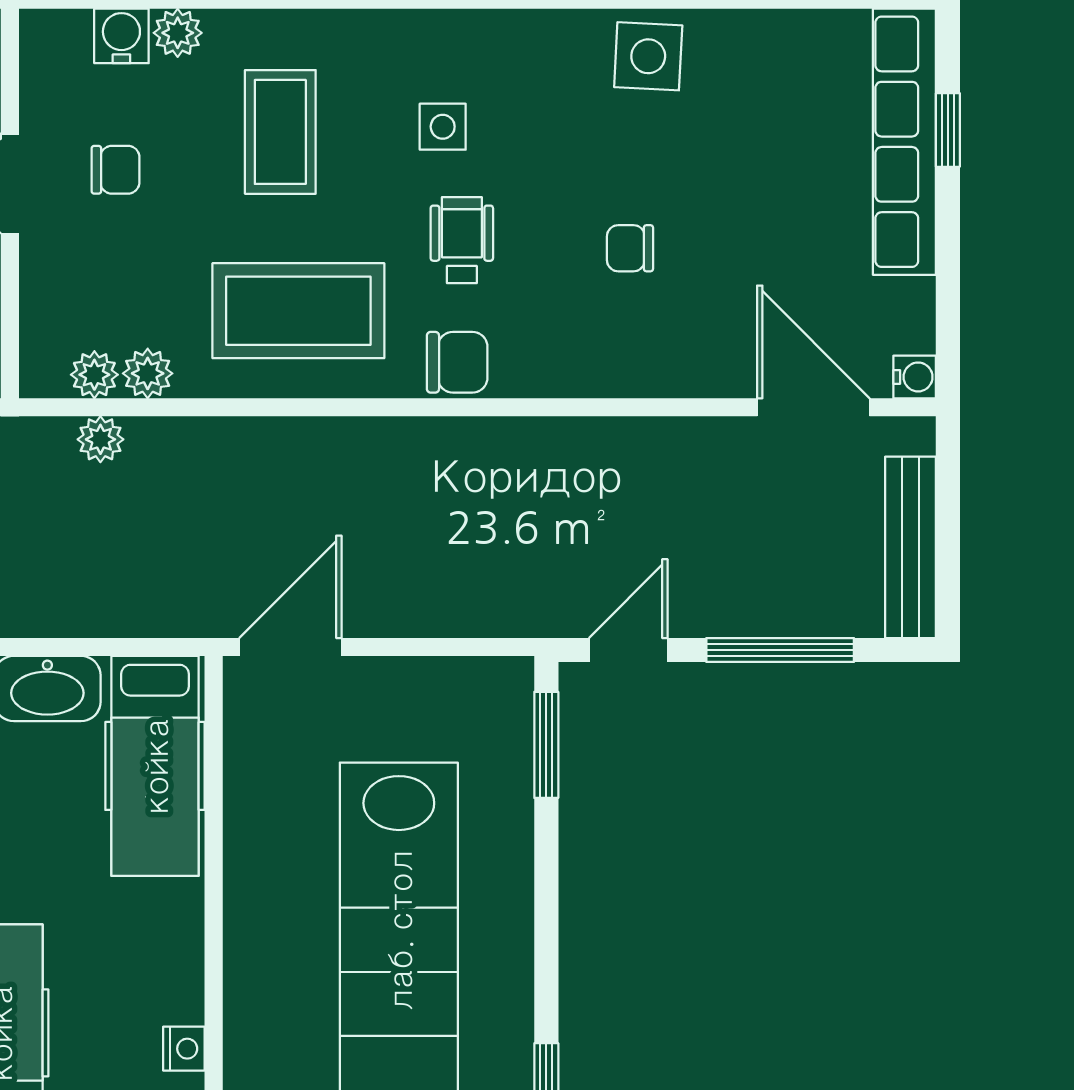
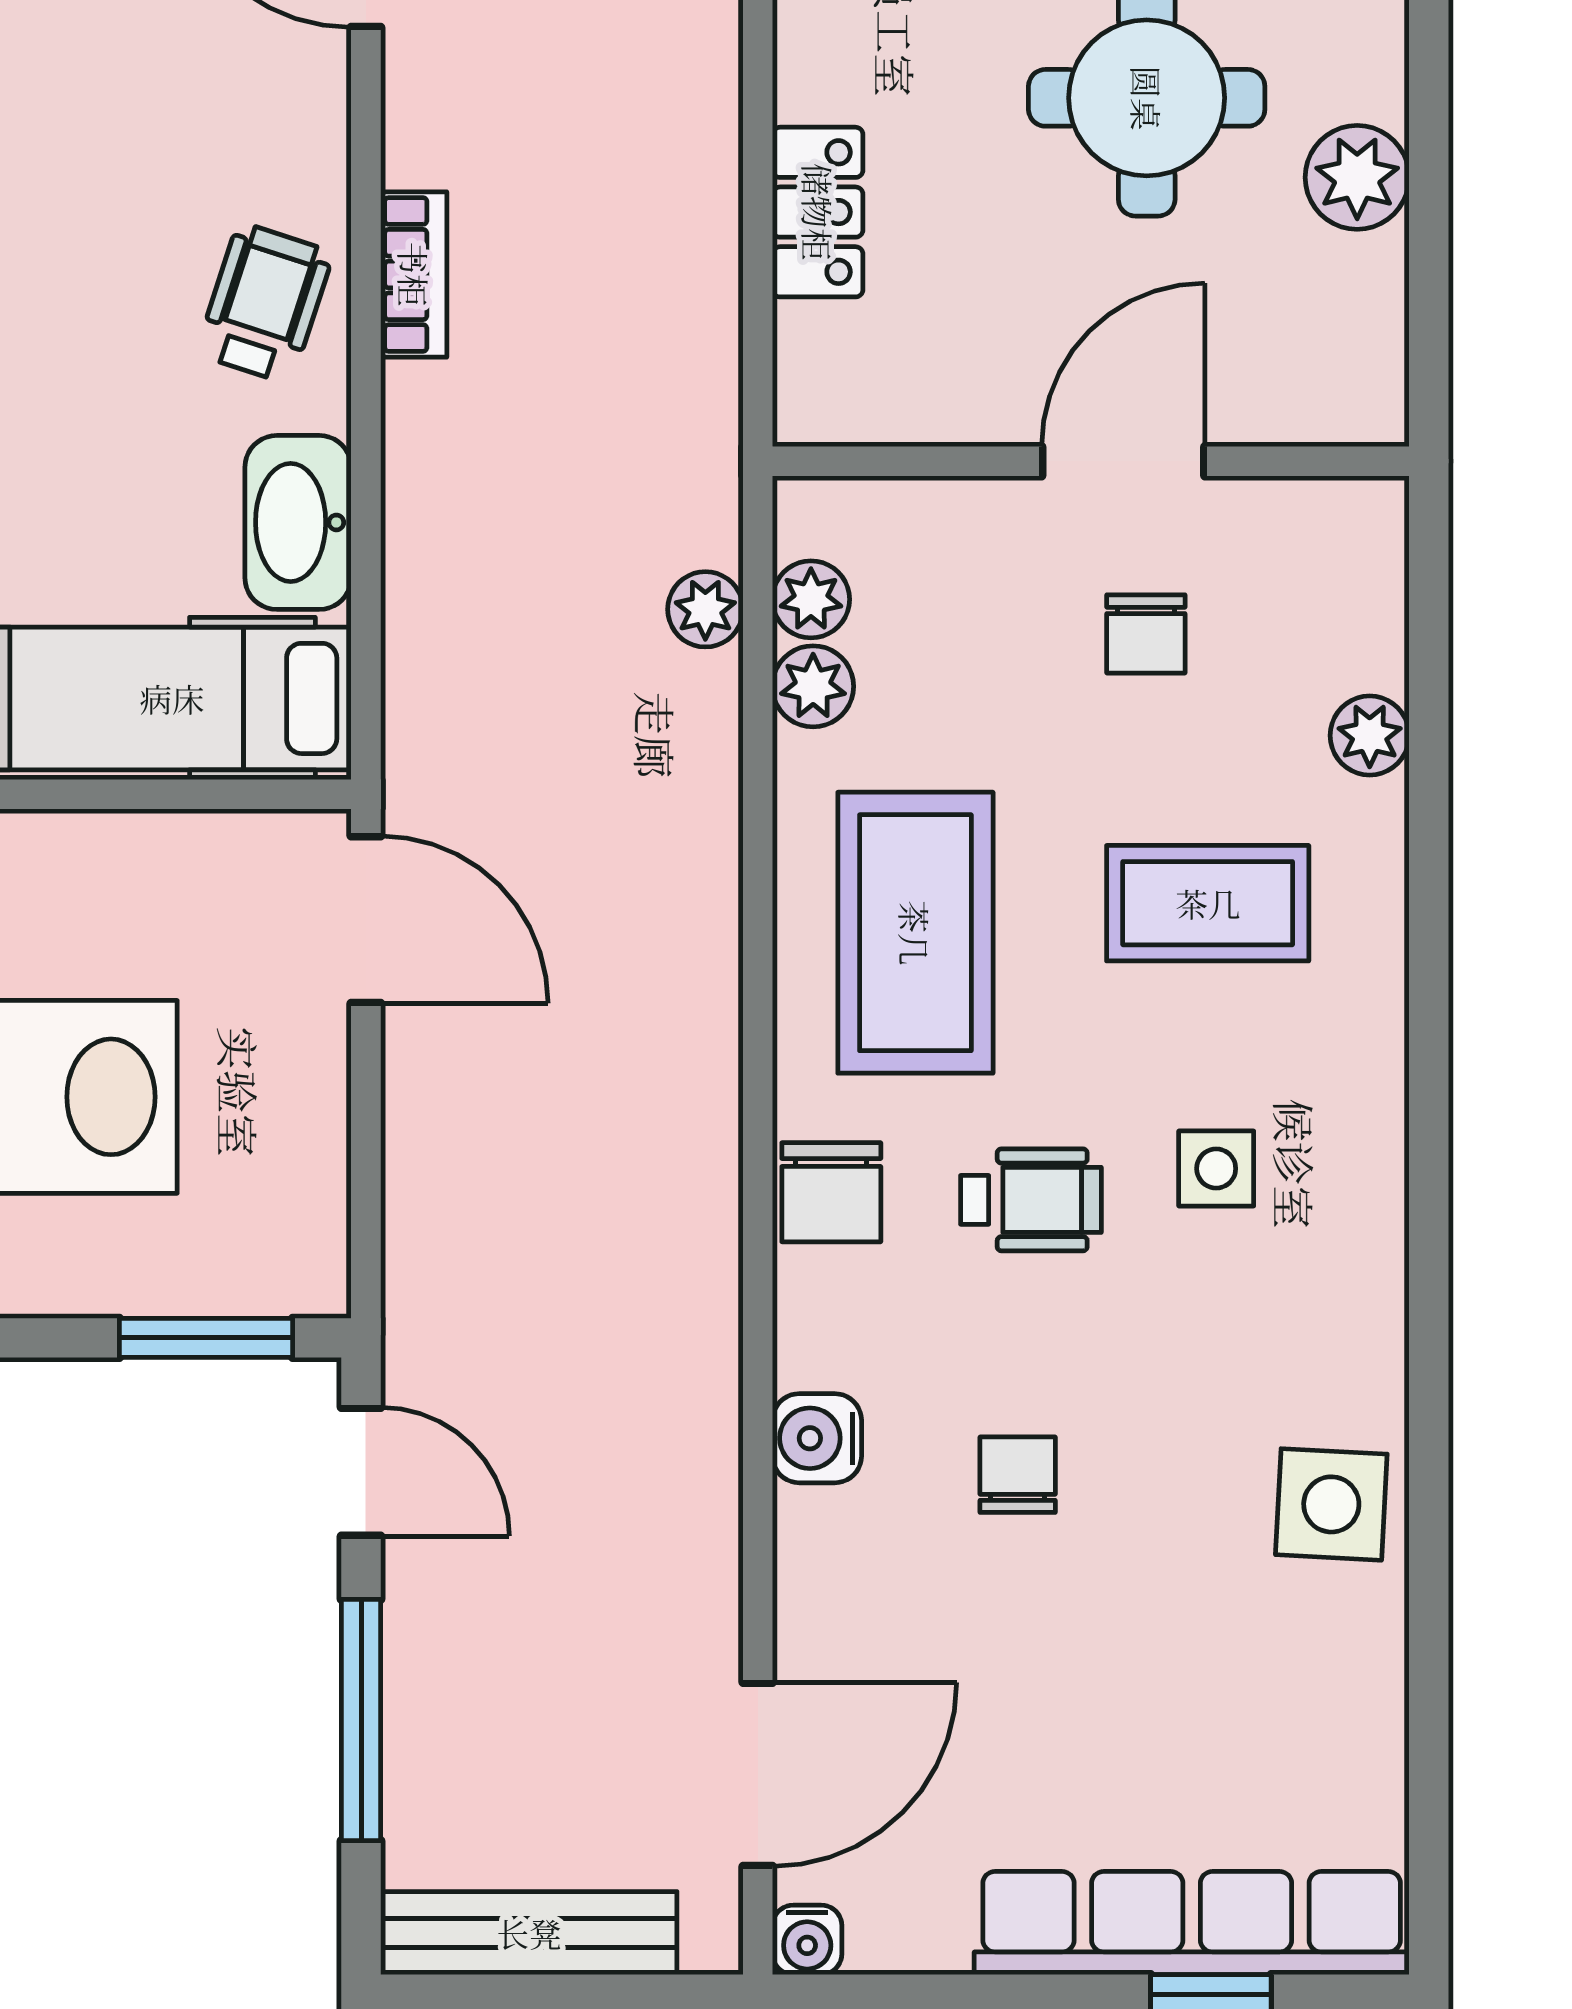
water cooler: (121, 36) -> (817, 1438), moved, turned 180

